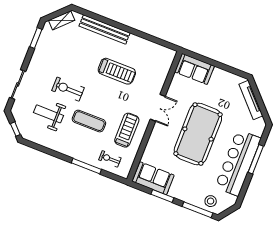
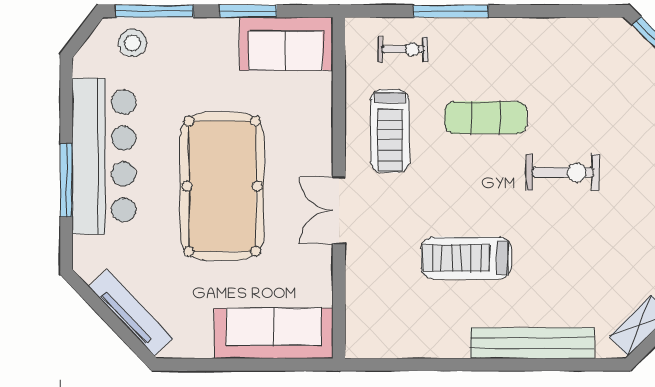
sofa: (194, 69) -> (274, 333), width x1.36
weight bench: (49, 114) -> (585, 98), removed

